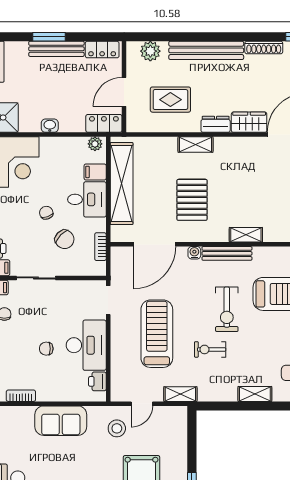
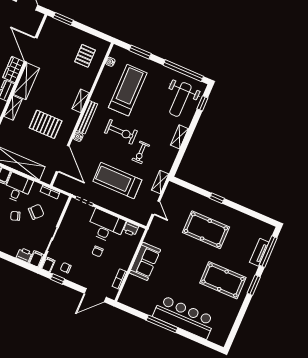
shelving: (241, 147) -> (26, 81), added
stool: (117, 428) -> (164, 229), removed

